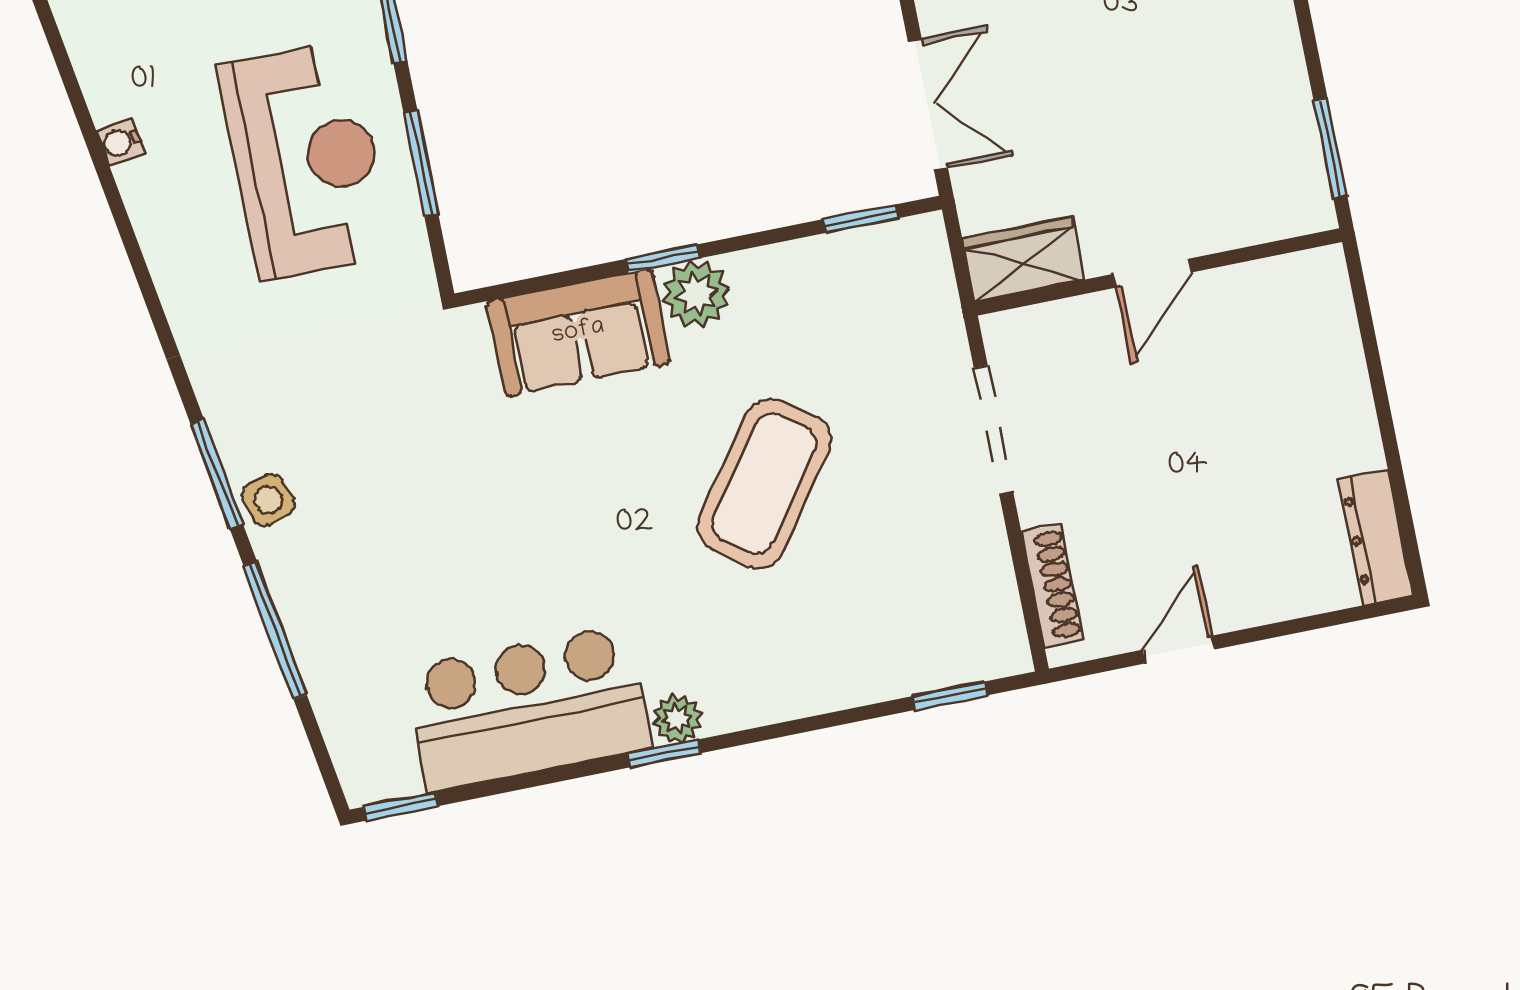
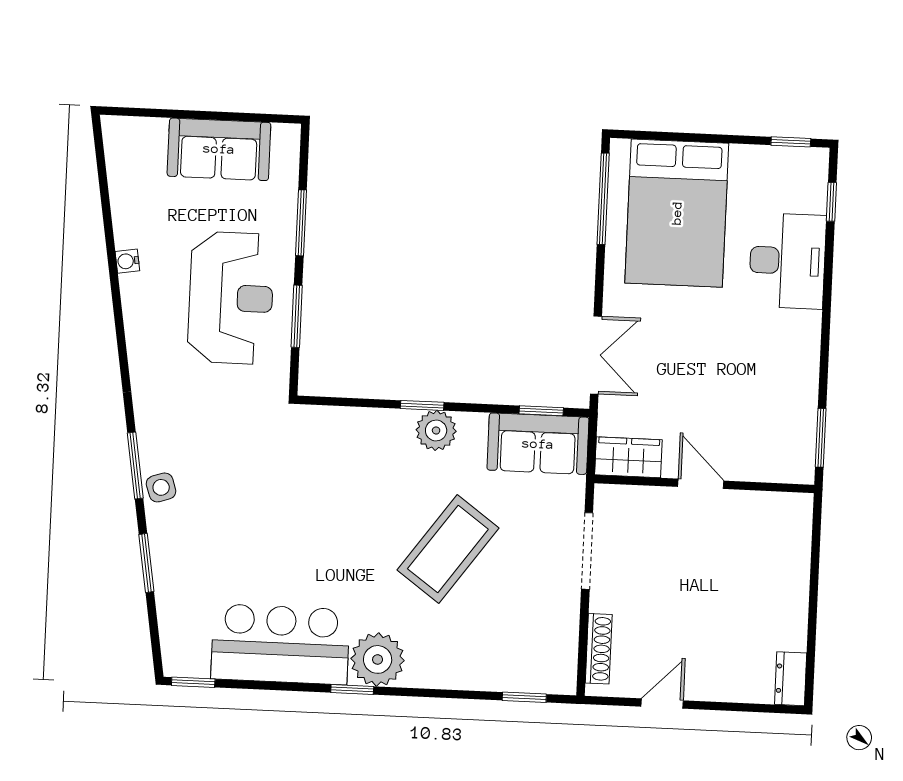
door: (1152, 273) -> (701, 484), swing flipped
sofa: (578, 332) -> (538, 444), moved
dresser: (1376, 537) -> (791, 679), width x0.70
window: (275, 630) -> (146, 563), width x0.69
plant: (677, 719) -> (378, 659), width x1.87, depth x1.87

